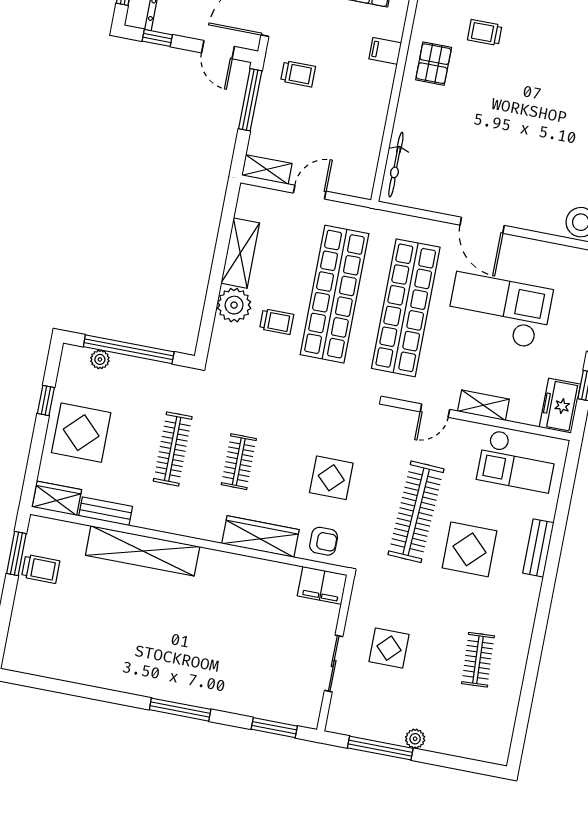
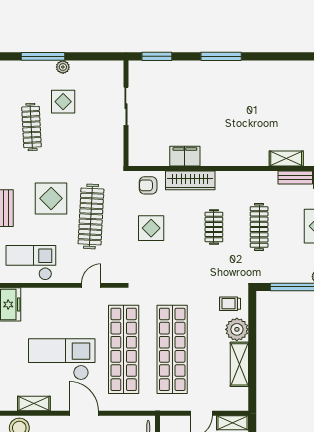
checkout: (499, 311) -> (62, 359), turned 180
trolley: (277, 322) -> (230, 304), moved
shelving: (483, 405) -> (34, 404), moved
shelving: (143, 551) -> (286, 159), width x0.45, depth x0.75
filing cabinet: (322, 585) -> (185, 156), moved
display table: (389, 648) -> (63, 102), moved
clothes rail: (478, 660) -> (31, 127), width x1.36
window: (380, 748) -> (43, 56), moved

